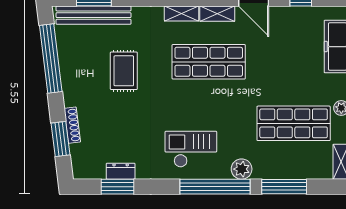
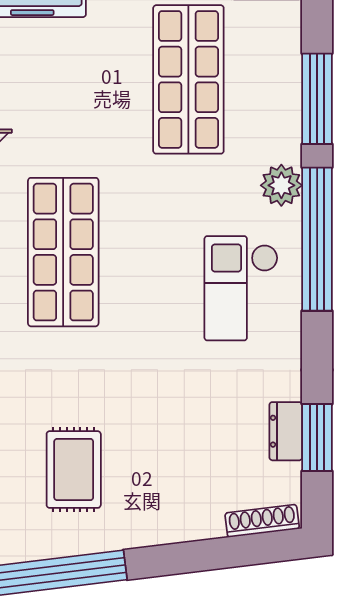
rug: (124, 71) -> (74, 470), moved, turned 90
shoe rack: (72, 125) -> (262, 521), moved
window: (61, 139) -> (220, 553), removed

